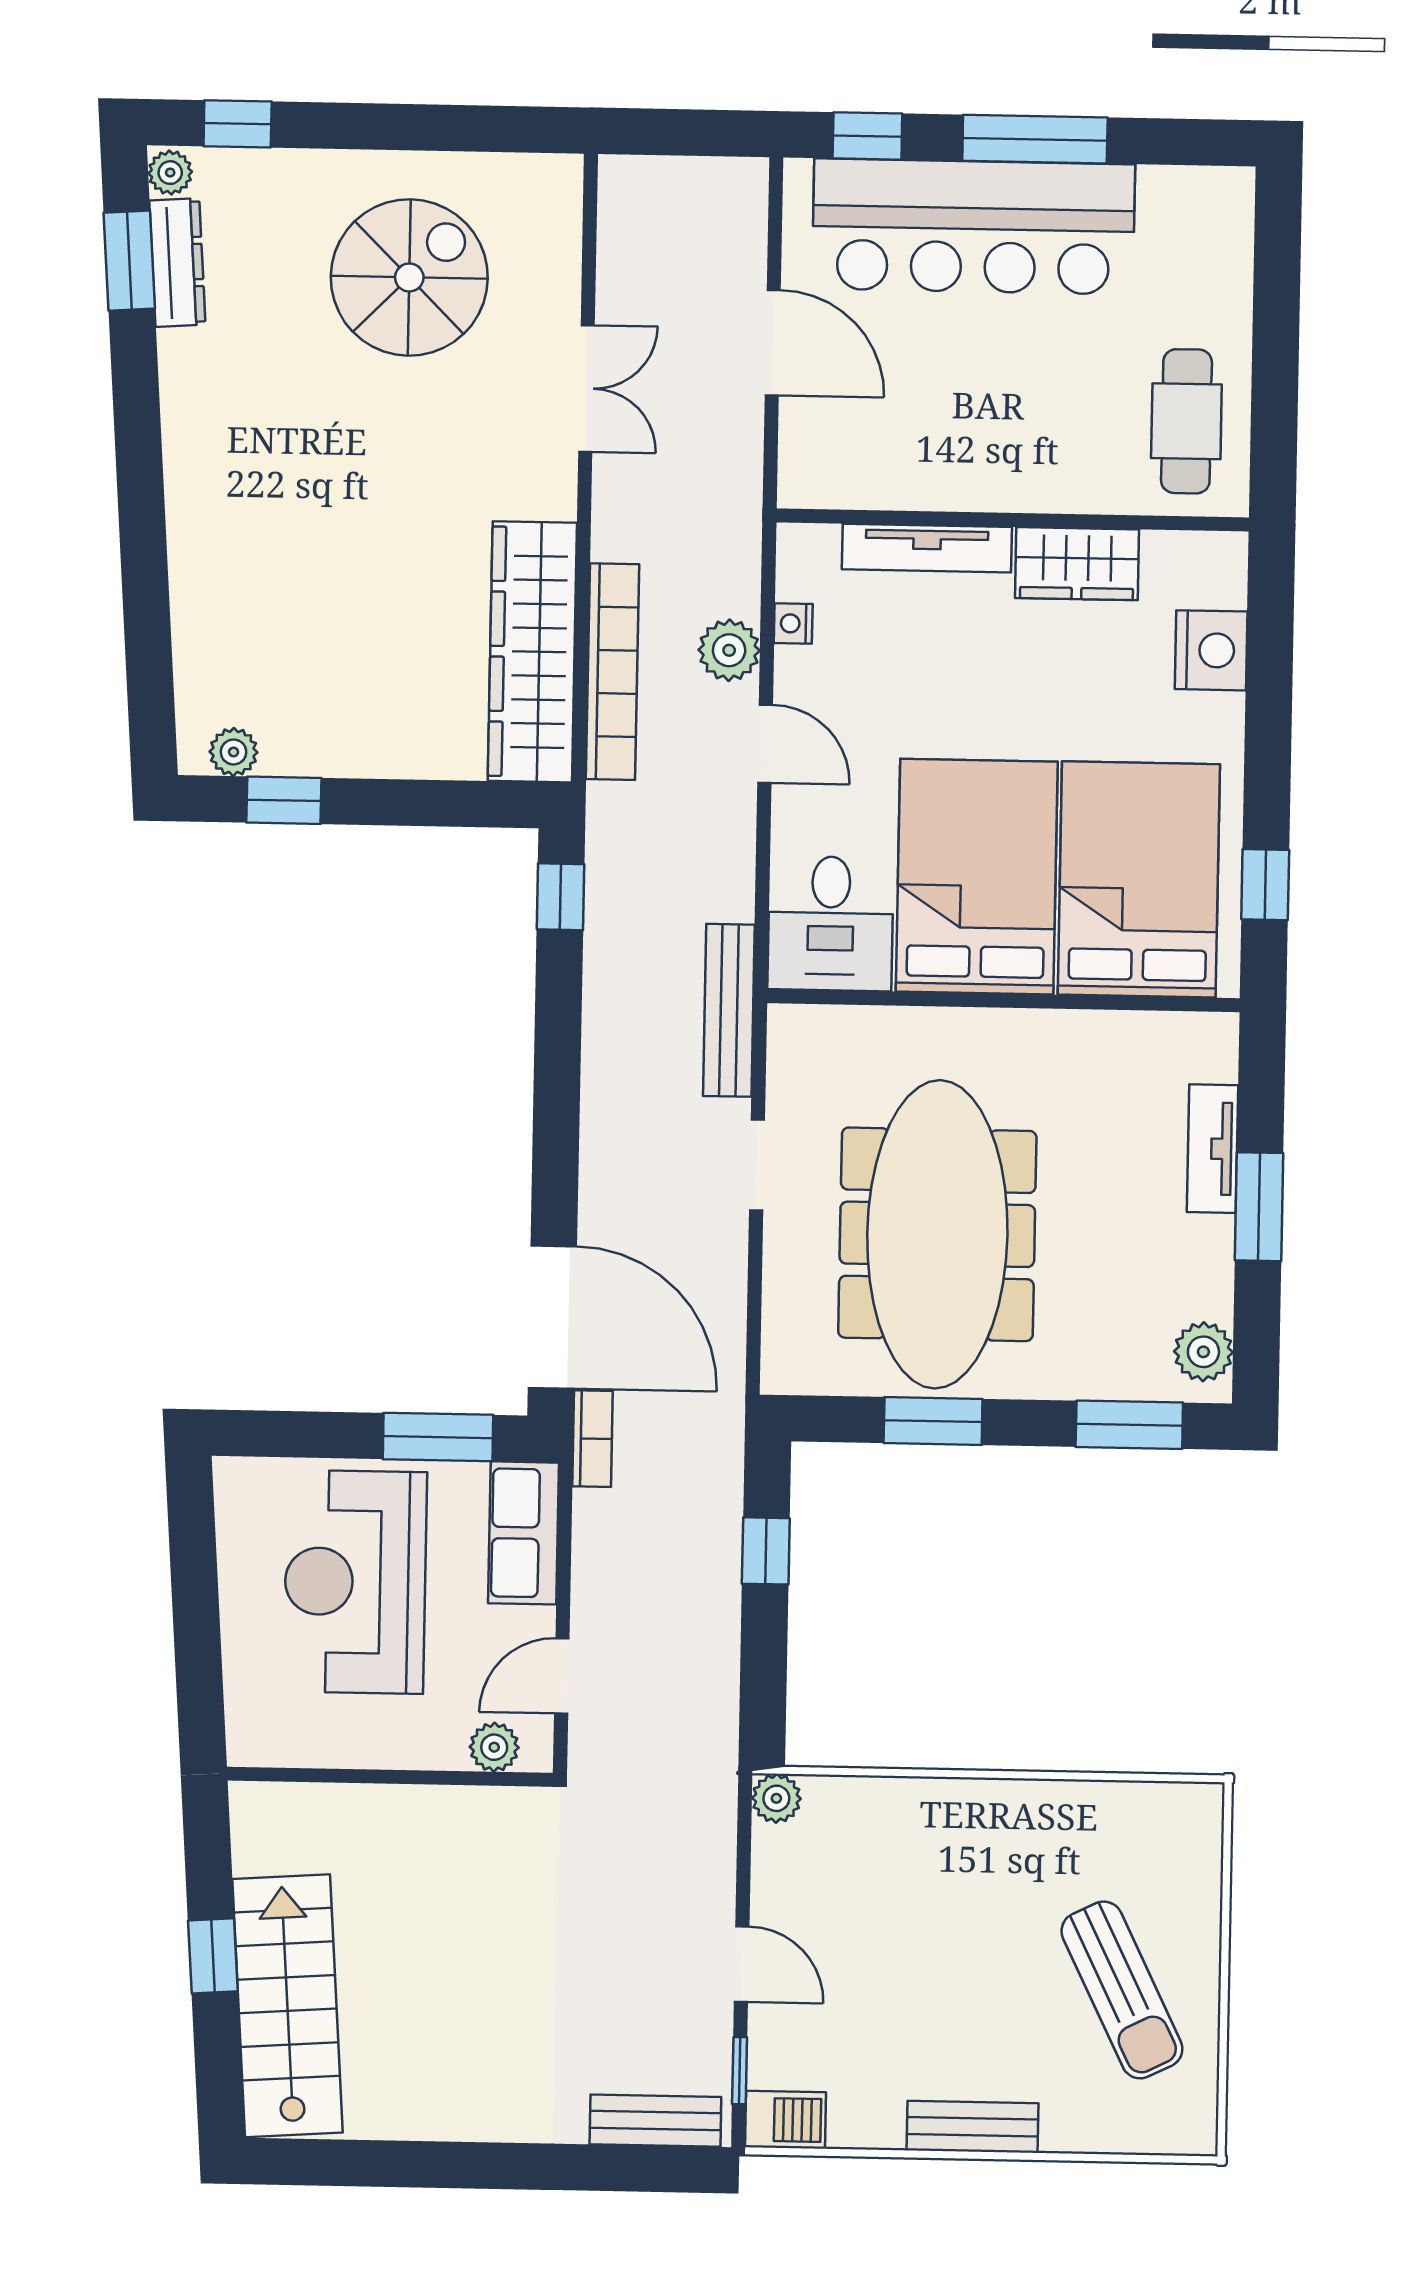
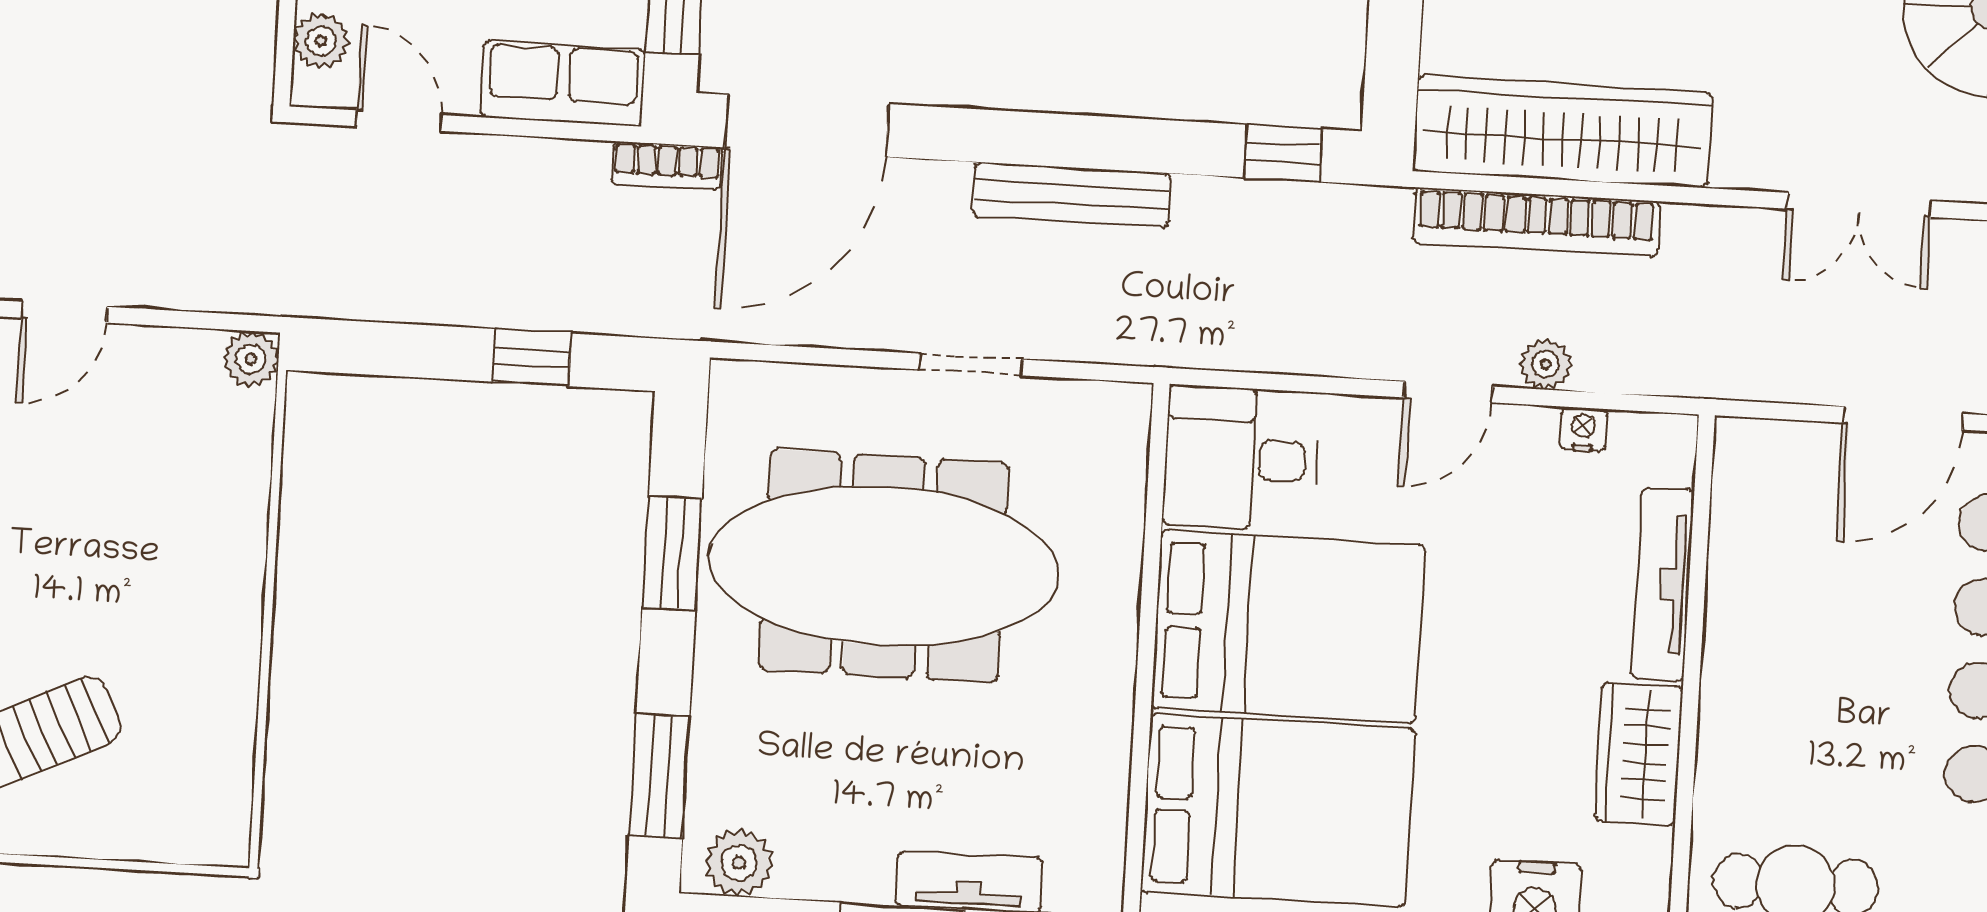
plant: (729, 650) -> (1546, 364), width x0.73, depth x0.73
bench: (729, 1010) -> (1072, 195), moved

